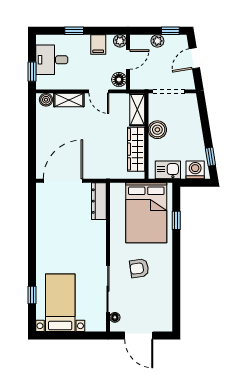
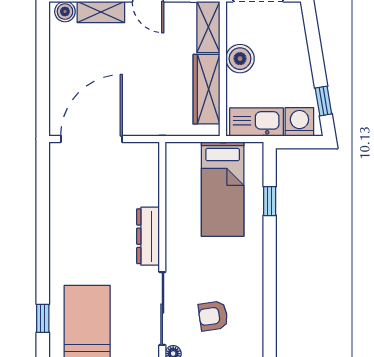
kitchen sink: (168, 170) -> (256, 122), width x1.38
dresser: (99, 201) -> (148, 236), moved
bed: (146, 213) -> (223, 189), width x0.67
armchair: (139, 268) -> (213, 316), moved

